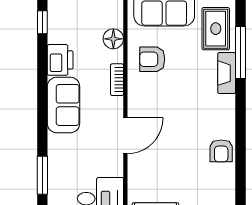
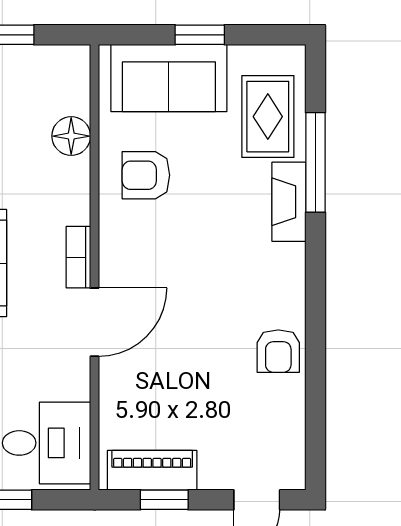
bookcase: (117, 80) -> (78, 257), moved

